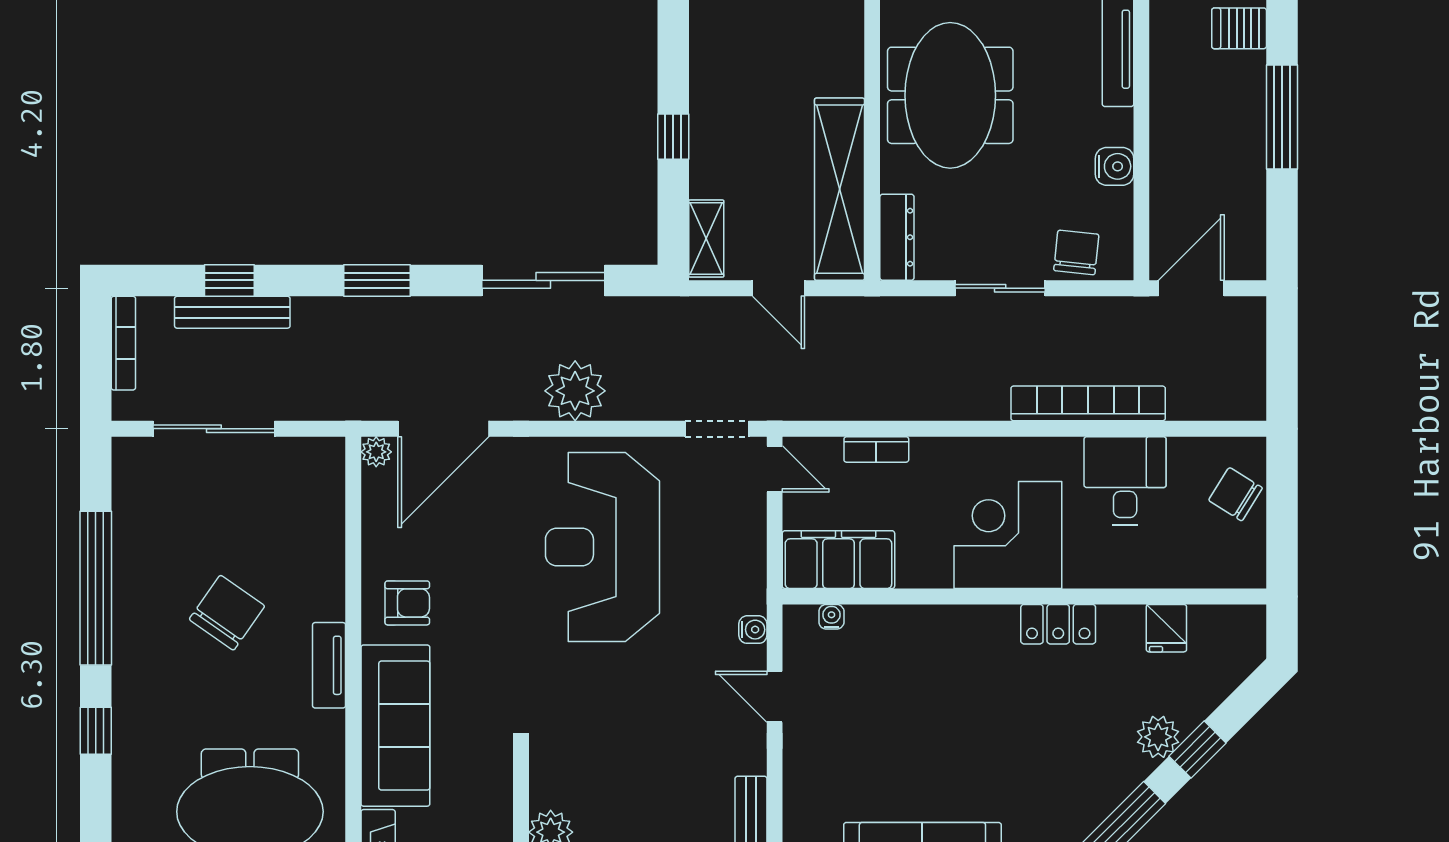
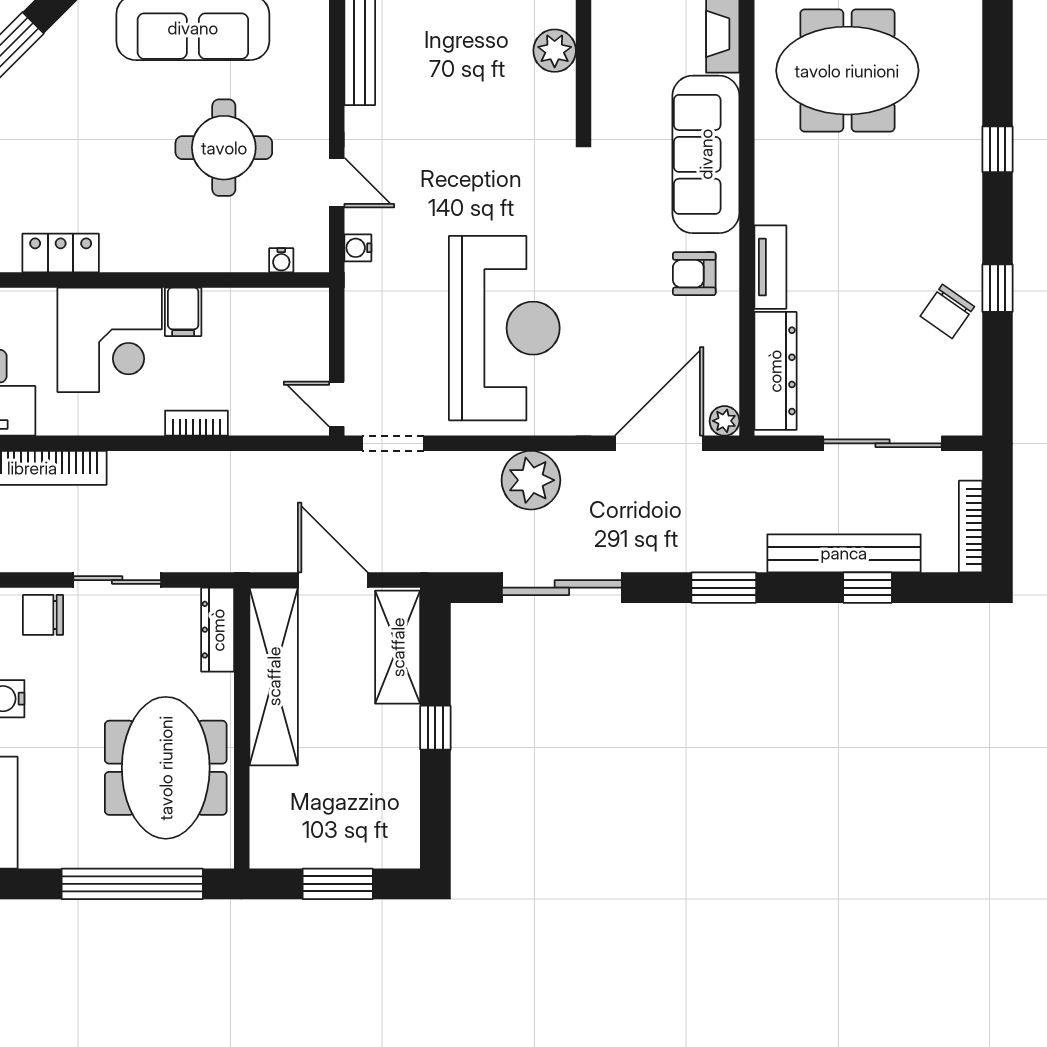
shelving: (706, 239) -> (398, 647), width x1.50, depth x1.33
chair: (1076, 252) -> (43, 615), turned 84
door: (779, 288) -> (333, 580), width x1.38
bench: (232, 312) -> (844, 553), width x1.37, depth x1.21
bookcase: (876, 449) -> (196, 423), moved
dresser: (324, 503) -> (775, 371), added
filing cabinet: (838, 560) -> (183, 312), moved, width x0.33, depth x0.86
window: (96, 588) -> (998, 288), width x0.32
chair: (227, 613) -> (947, 311), moved, width x0.73, depth x0.73
tv unit: (329, 665) -> (770, 267), moved
round table: (891, 732) -> (224, 148), added

